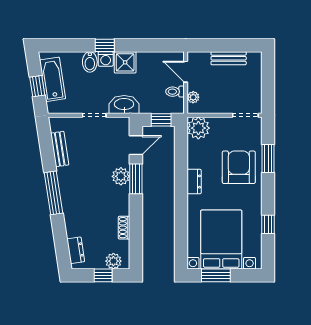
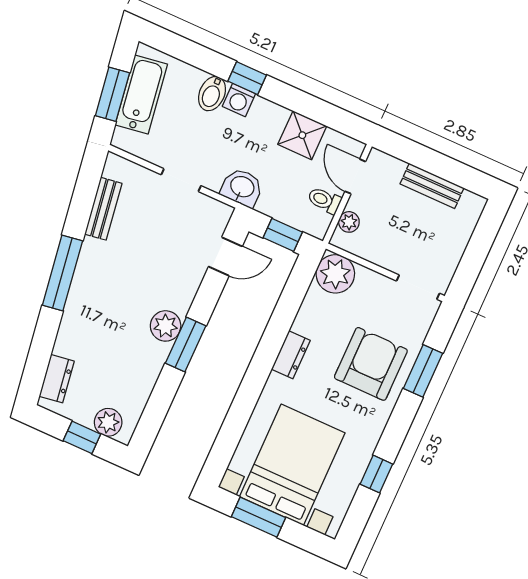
shower: (125, 62) -> (302, 135), moved
window: (37, 86) -> (112, 94), width x1.50
washbasin: (124, 105) -> (242, 187), width x0.72
plant: (121, 176) -> (166, 326), moved
window: (136, 179) -> (186, 344), moved
shoe rack: (124, 228) -> (148, 377), removed

